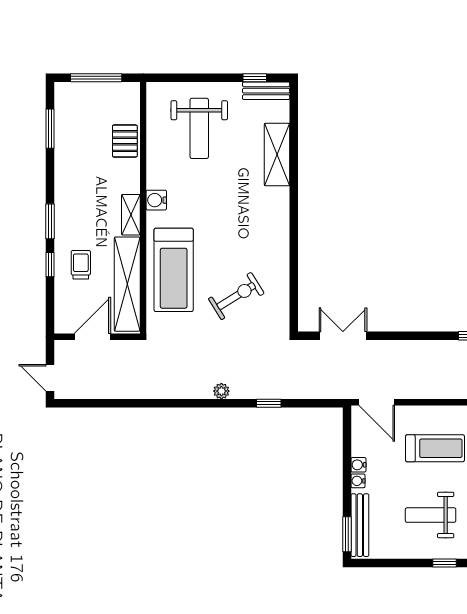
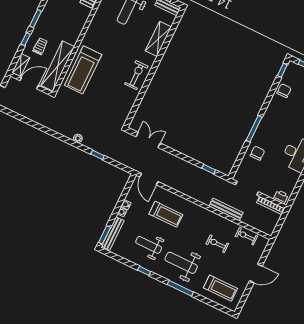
water cooler: (156, 200) -> (91, 33), removed
shelving: (131, 215) -> (21, 65), moved
exercise bike: (236, 296) -> (136, 75), moved, turned -58

